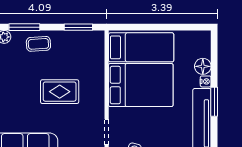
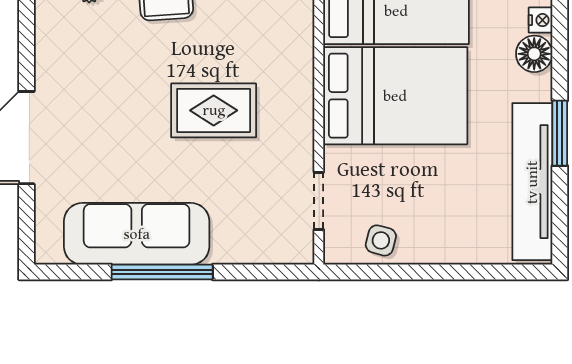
nightstand: (206, 81) -> (541, 20), moved

